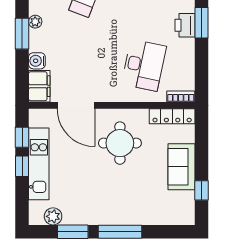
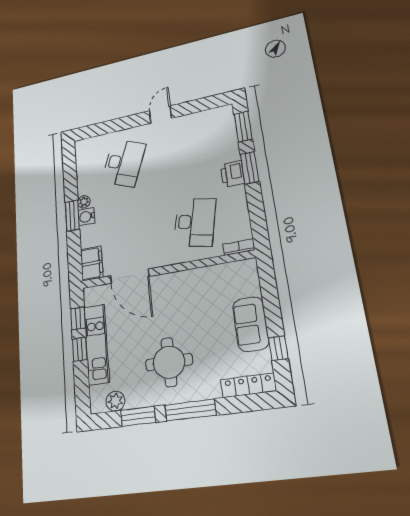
water cooler: (37, 61) -> (86, 217), moved
locker: (172, 116) -> (248, 385), moved, turned 180
round table: (120, 143) -> (169, 362), moved

